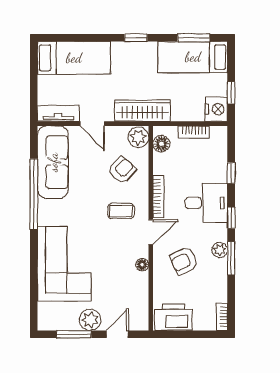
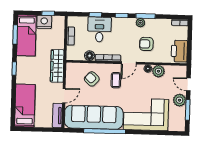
nightstand: (216, 109) -> (44, 22), moved
plant: (138, 137) -> (158, 71), moved
floor lamp: (161, 144) -> (90, 56), moved
sofa: (53, 162) -> (94, 117), width x1.36, depth x1.27
desk: (206, 203) -> (99, 29), moved
door: (151, 232) -> (129, 63), swing flipped
armchair: (184, 261) -> (146, 44), turned 115

